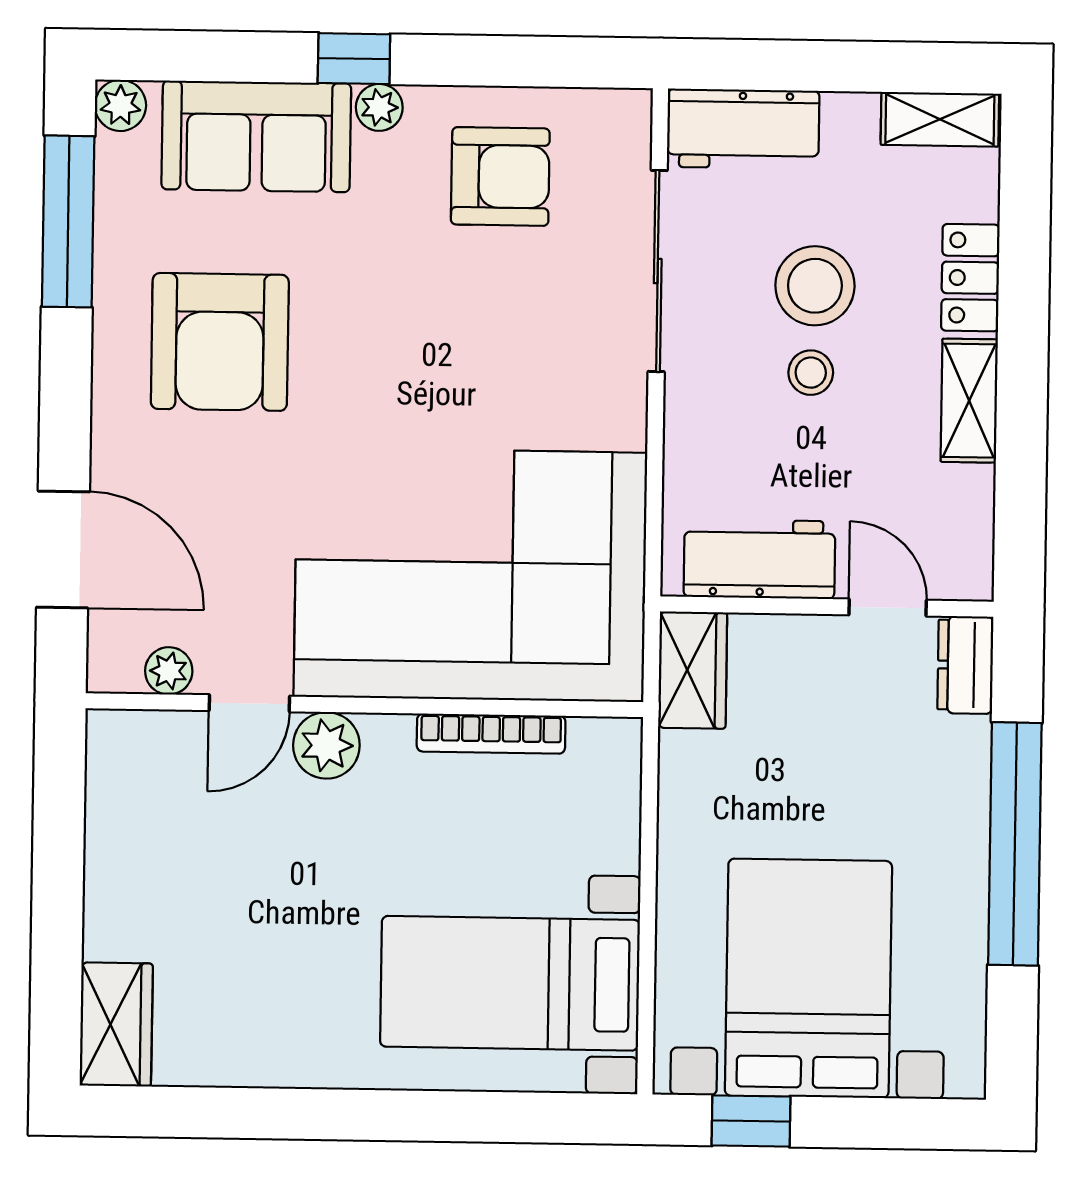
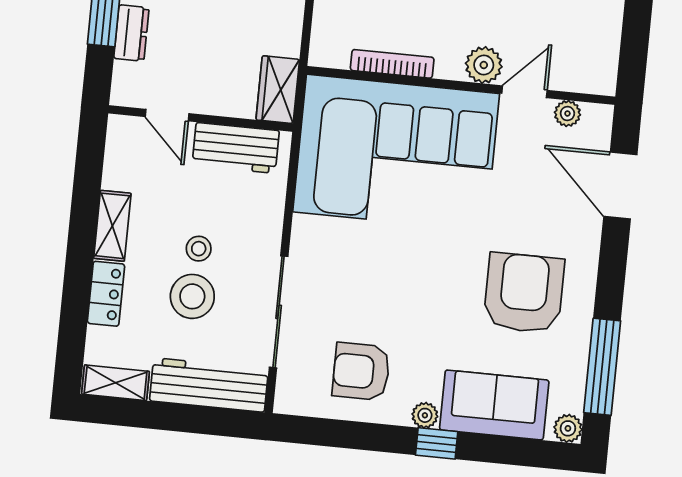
workbench: (743, 129) -> (209, 385), width x1.37
dresser: (965, 665) -> (131, 33), moved

